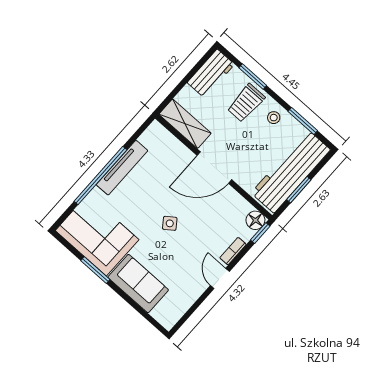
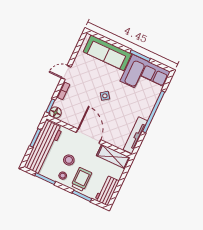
stool: (257, 139) -> (69, 160), added
tv unit: (122, 168) -> (135, 135), moved
door: (214, 168) -> (88, 136), hinge flipped
door: (220, 278) -> (66, 72), swing flipped
sofa: (138, 284) -> (107, 53), width x1.36

